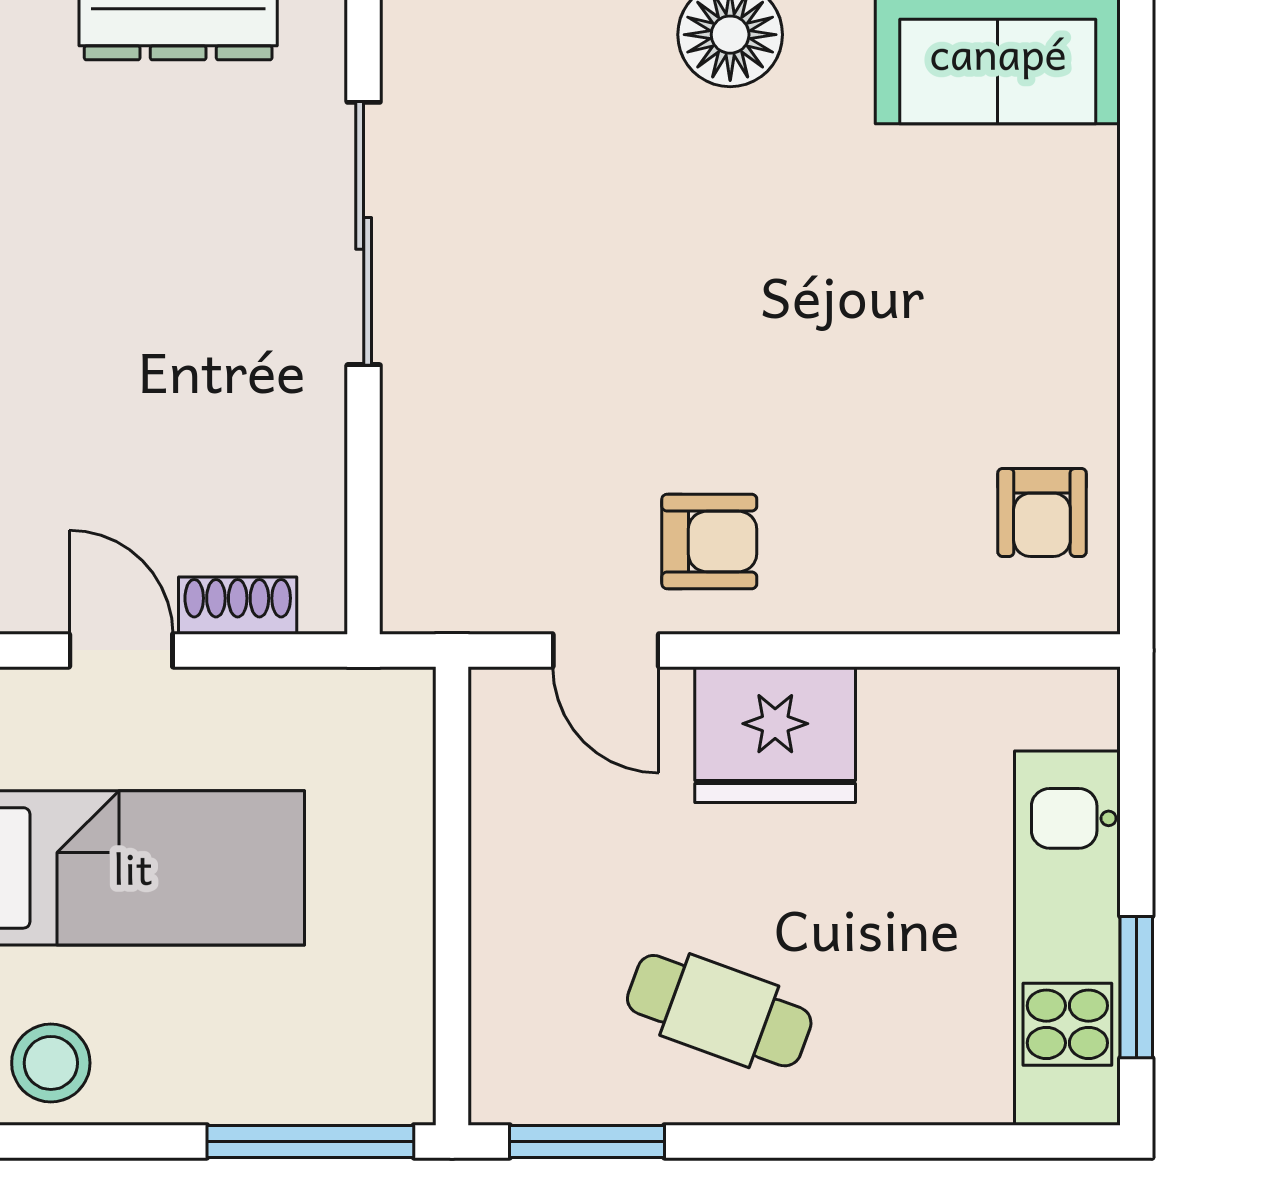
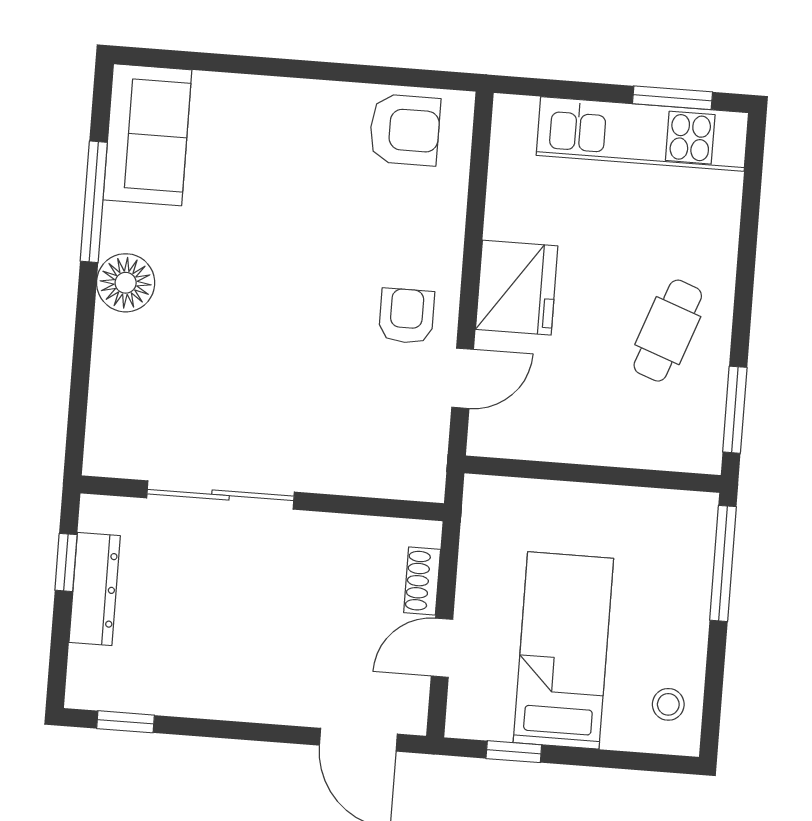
armchair: (1042, 512) -> (405, 130), width x1.38, depth x1.38
stool: (51, 1063) -> (668, 704), width x0.73, depth x0.73

